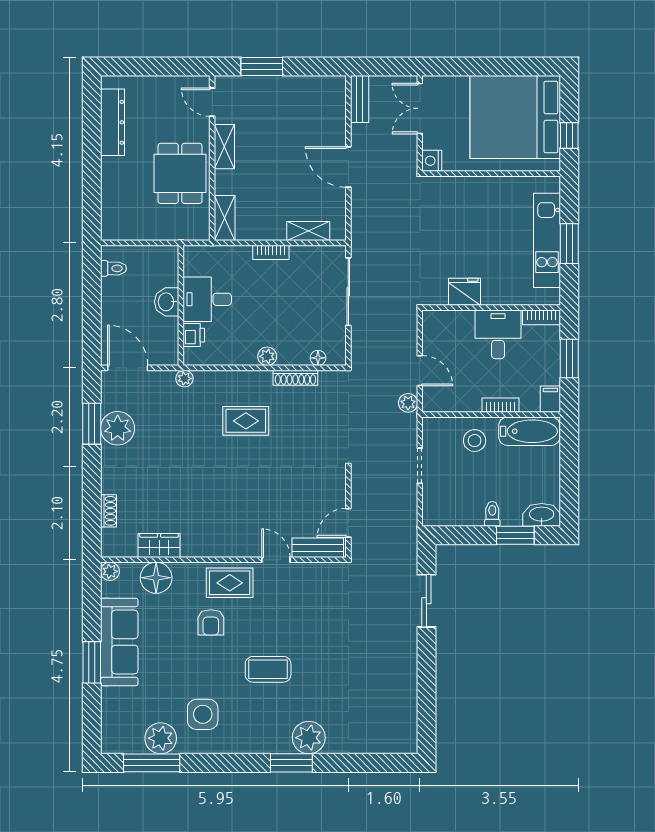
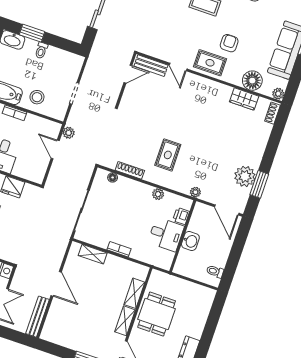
bench: (360, 99) -> (38, 317), width x1.36
shelving: (225, 218) -> (134, 293), moved
plant: (267, 356) -> (158, 194), moved
rug: (246, 421) -> (168, 155), turned 90
shoe rack: (109, 511) -> (272, 113), moved

